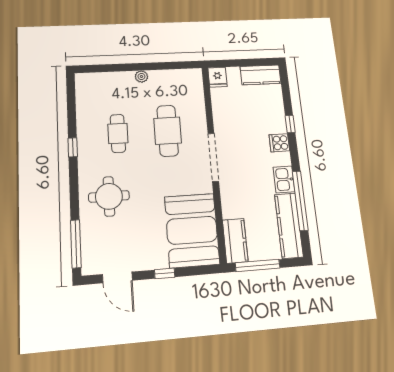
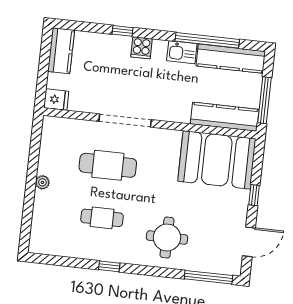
doorway: (213, 157) -> (125, 120), moved
kitchen counter: (235, 241) -> (225, 117), width x1.50

